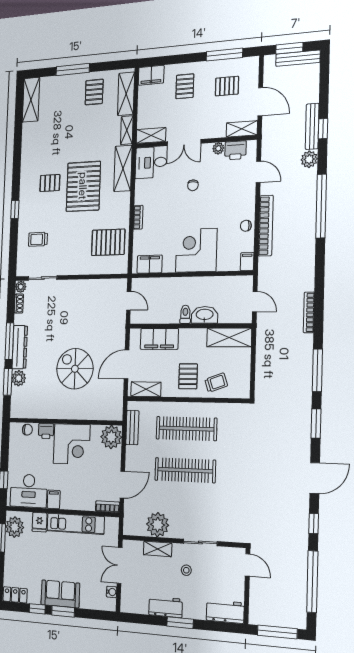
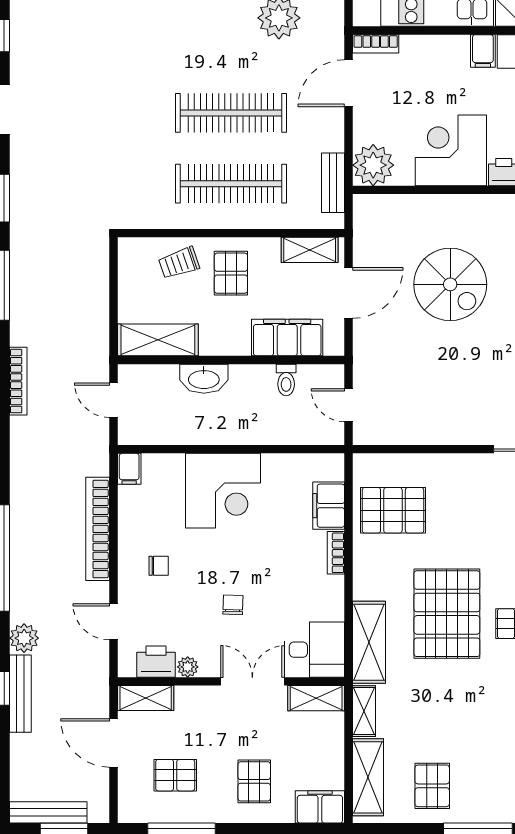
chair: (246, 226) -> (159, 566), moved
filing cabinet: (150, 264) -> (329, 506), moved, turned 90
toilet: (185, 314) -> (286, 380), moved

